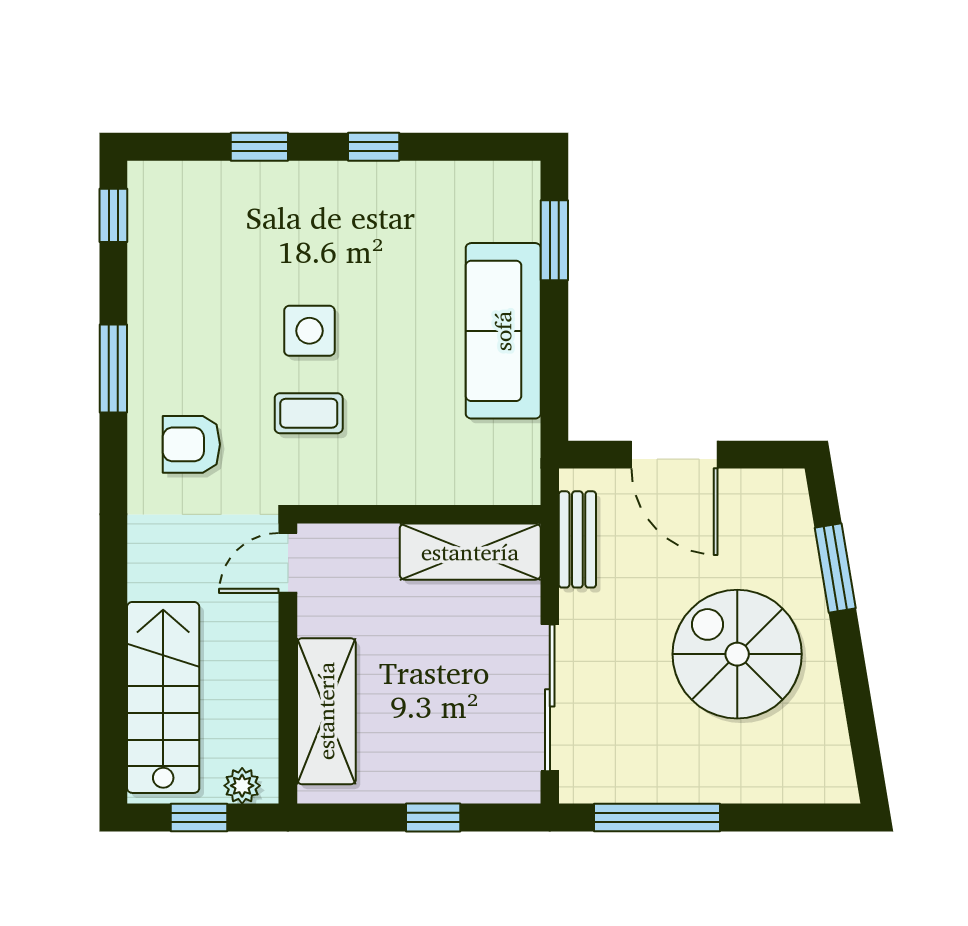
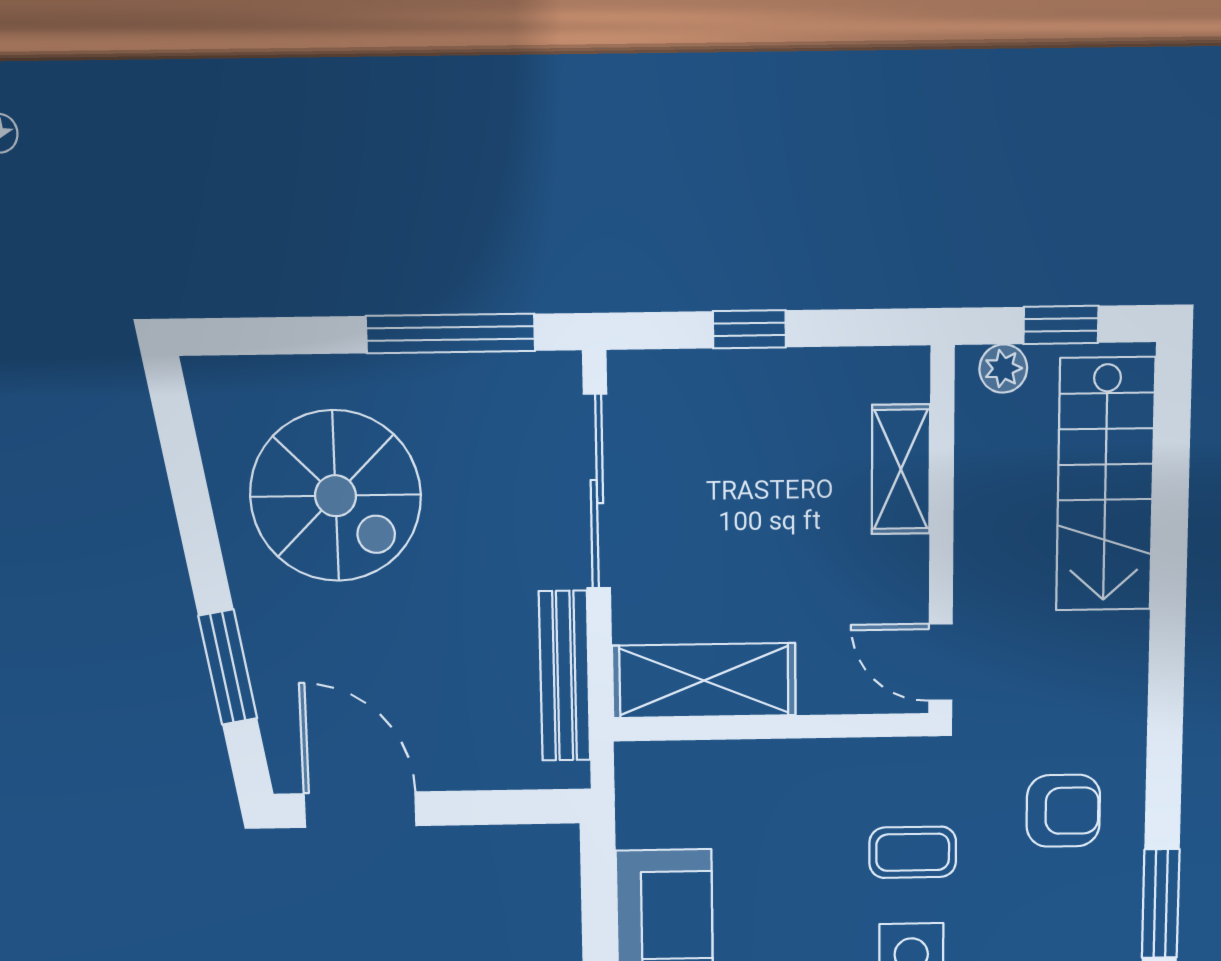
door: (674, 455) -> (360, 810), moved
bench: (577, 539) -> (565, 676), width x1.36
door: (288, 563) -> (940, 662), swing flipped
spiral stairs: (737, 654) -> (336, 496), moved
shelving: (326, 711) -> (901, 469), width x0.67, depth x0.75

